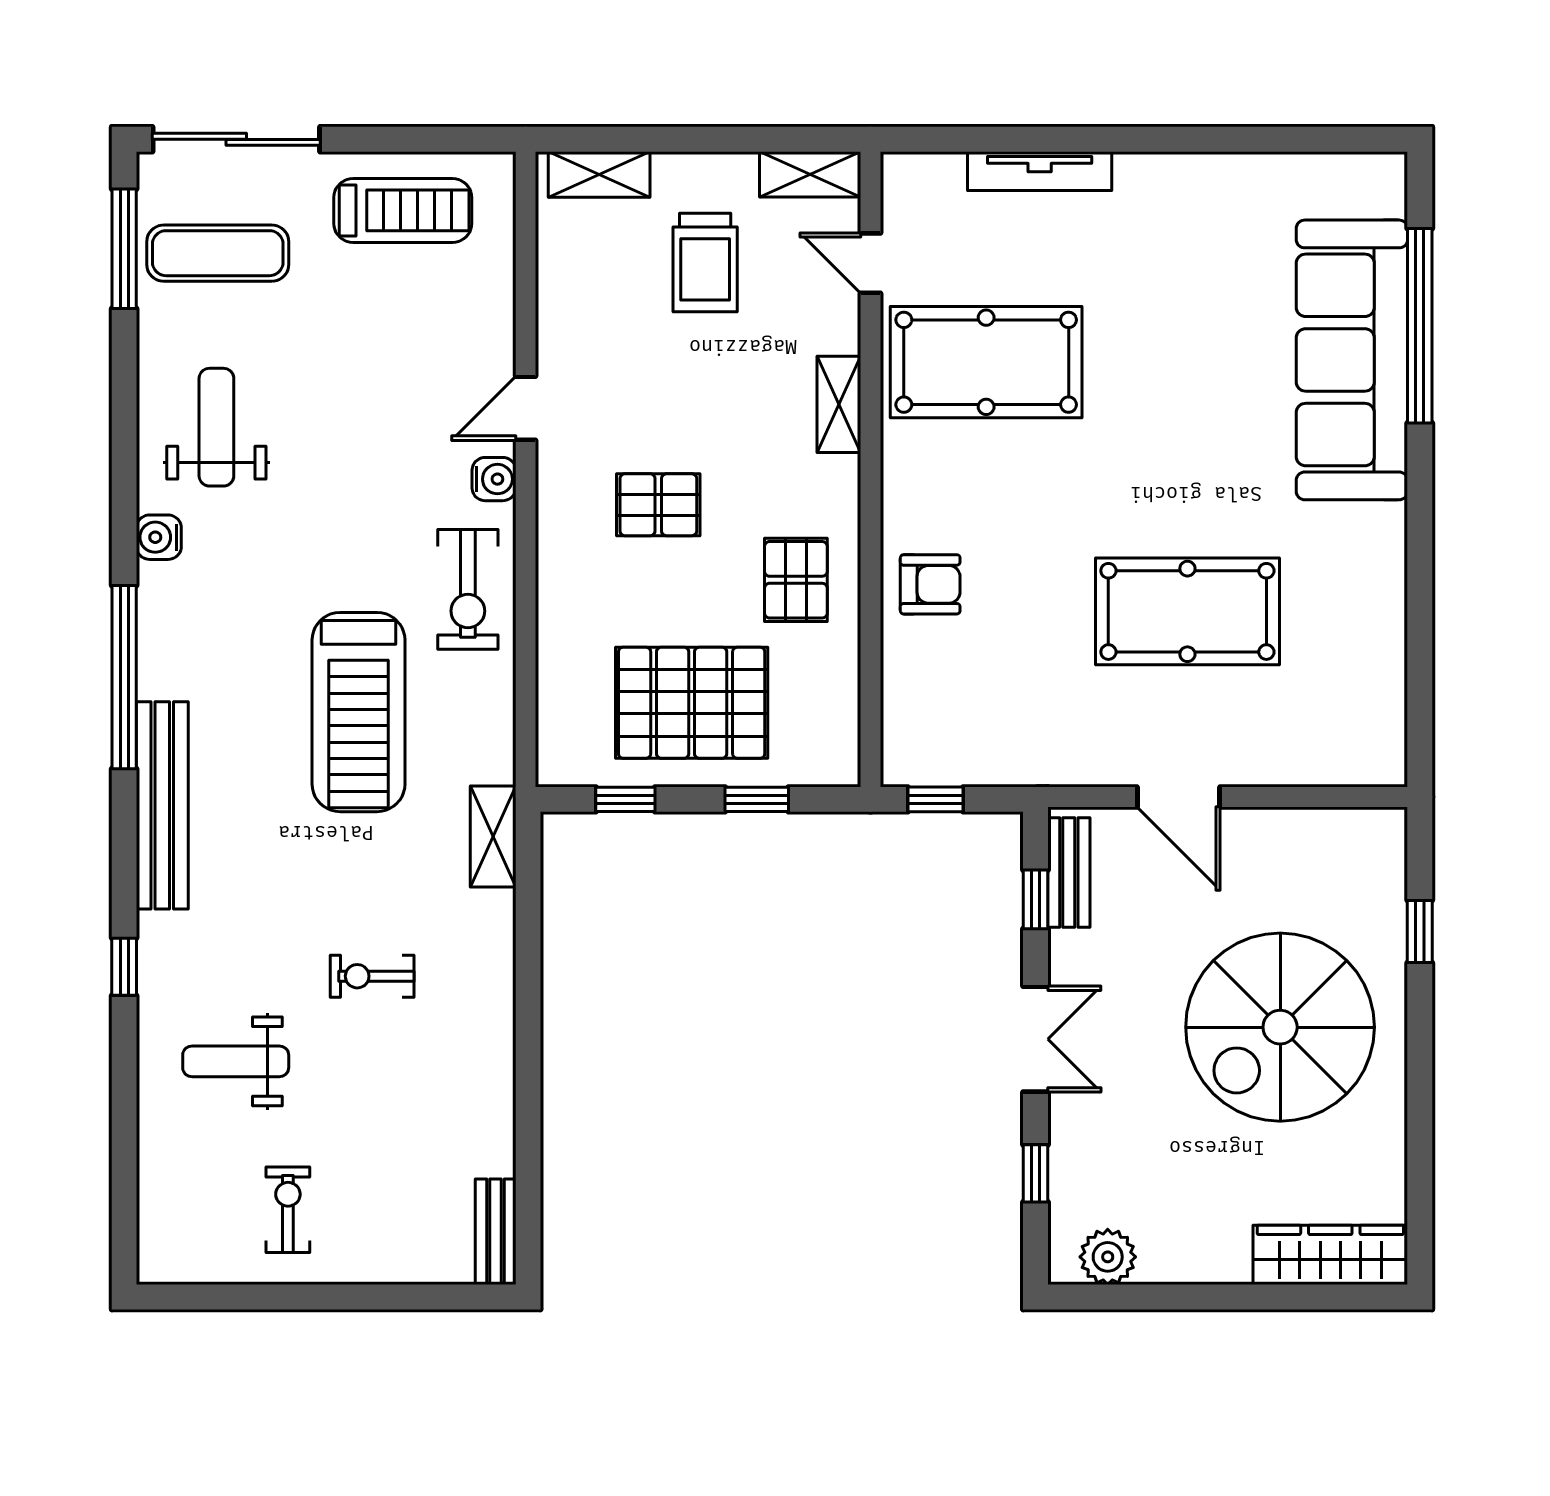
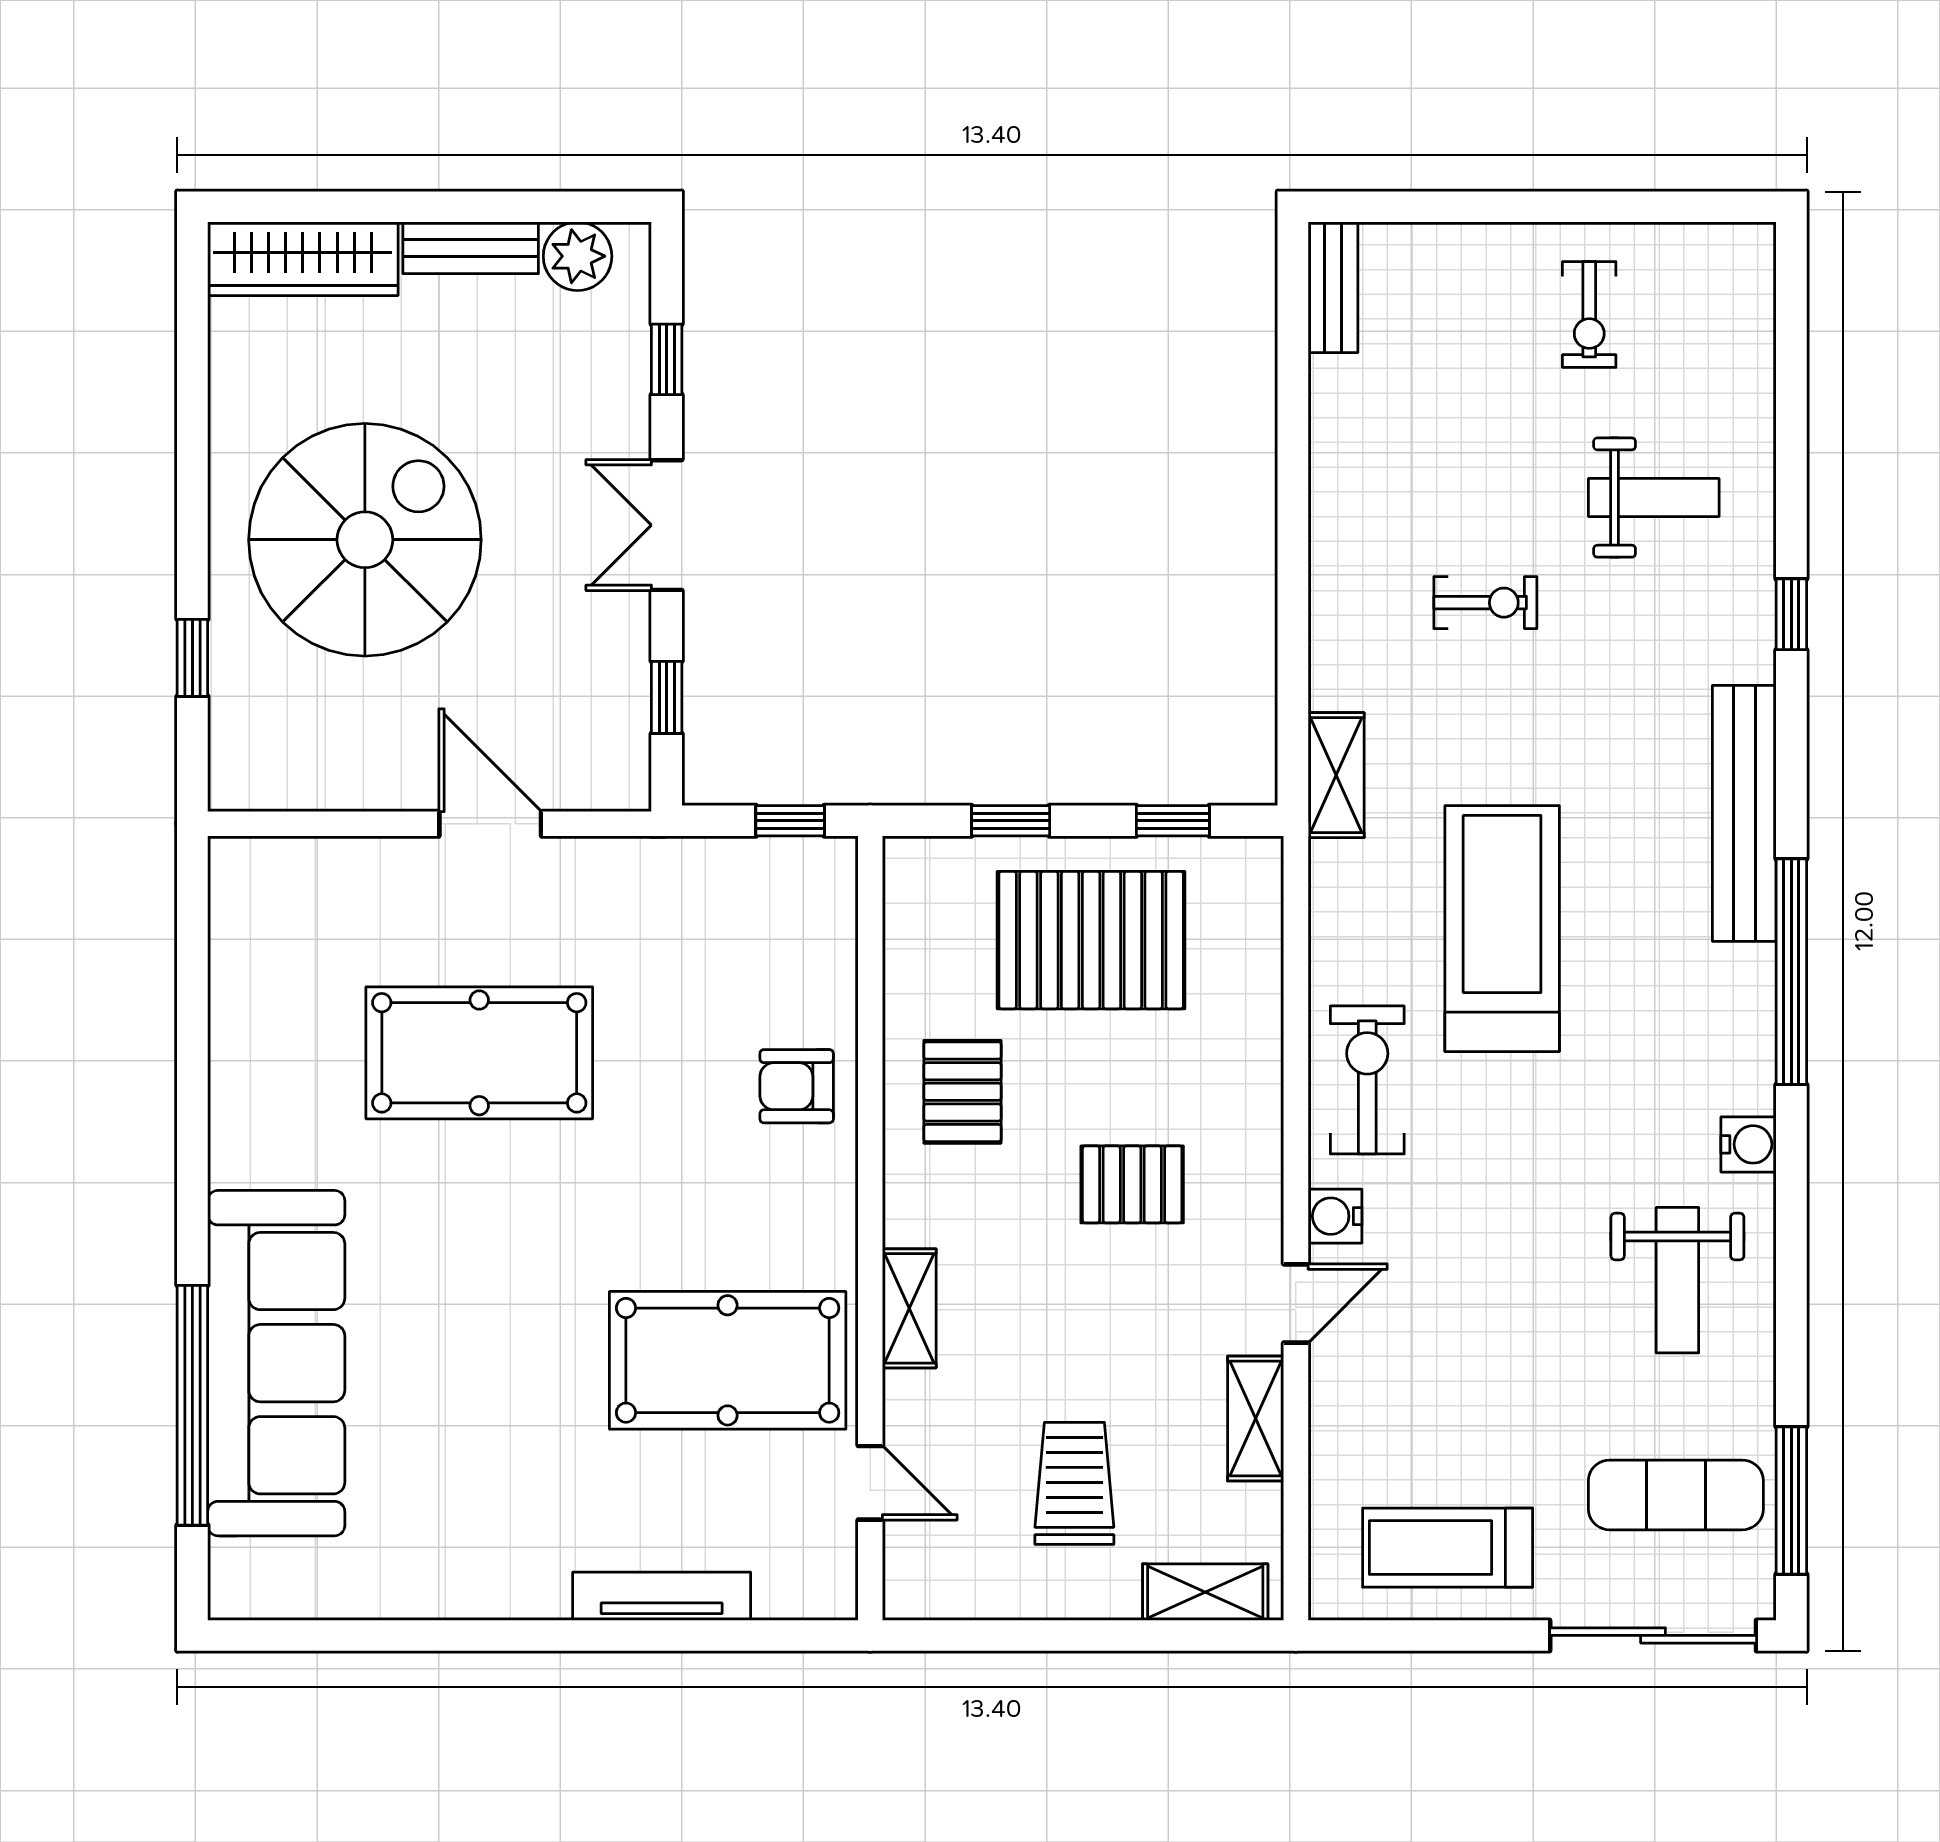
shelving: (810, 174) -> (1256, 1419), moved, turned 90
bench: (1069, 873) -> (471, 248), moved, turned 90

